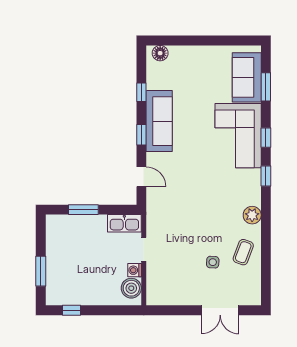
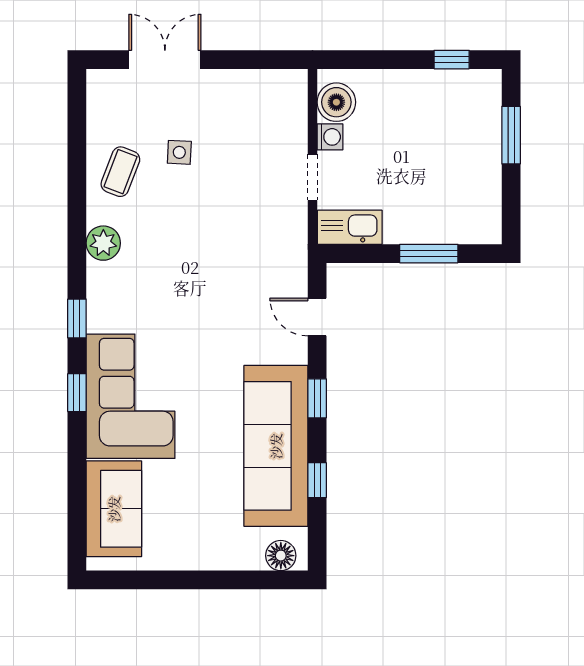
window: (266, 87) -> (77, 490), removed
sofa: (159, 121) -> (276, 446), width x1.36, depth x1.27

